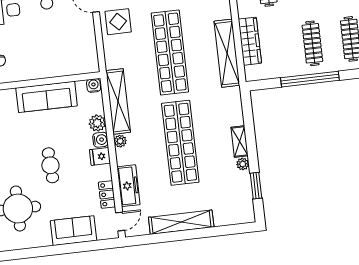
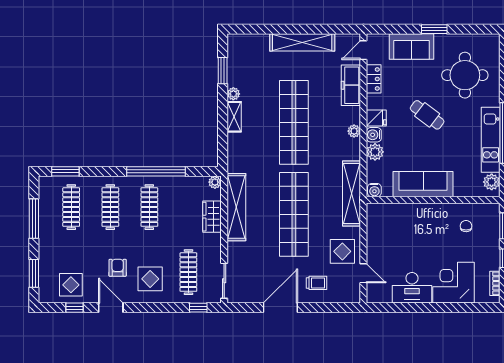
wardrobe: (250, 41) -> (212, 217), width x0.67
plant: (251, 75) -> (215, 182), added
shelving: (118, 101) -> (352, 194), moved
cafe table: (50, 165) -> (427, 115), turned -50
window: (53, 250) -> (434, 29), added

